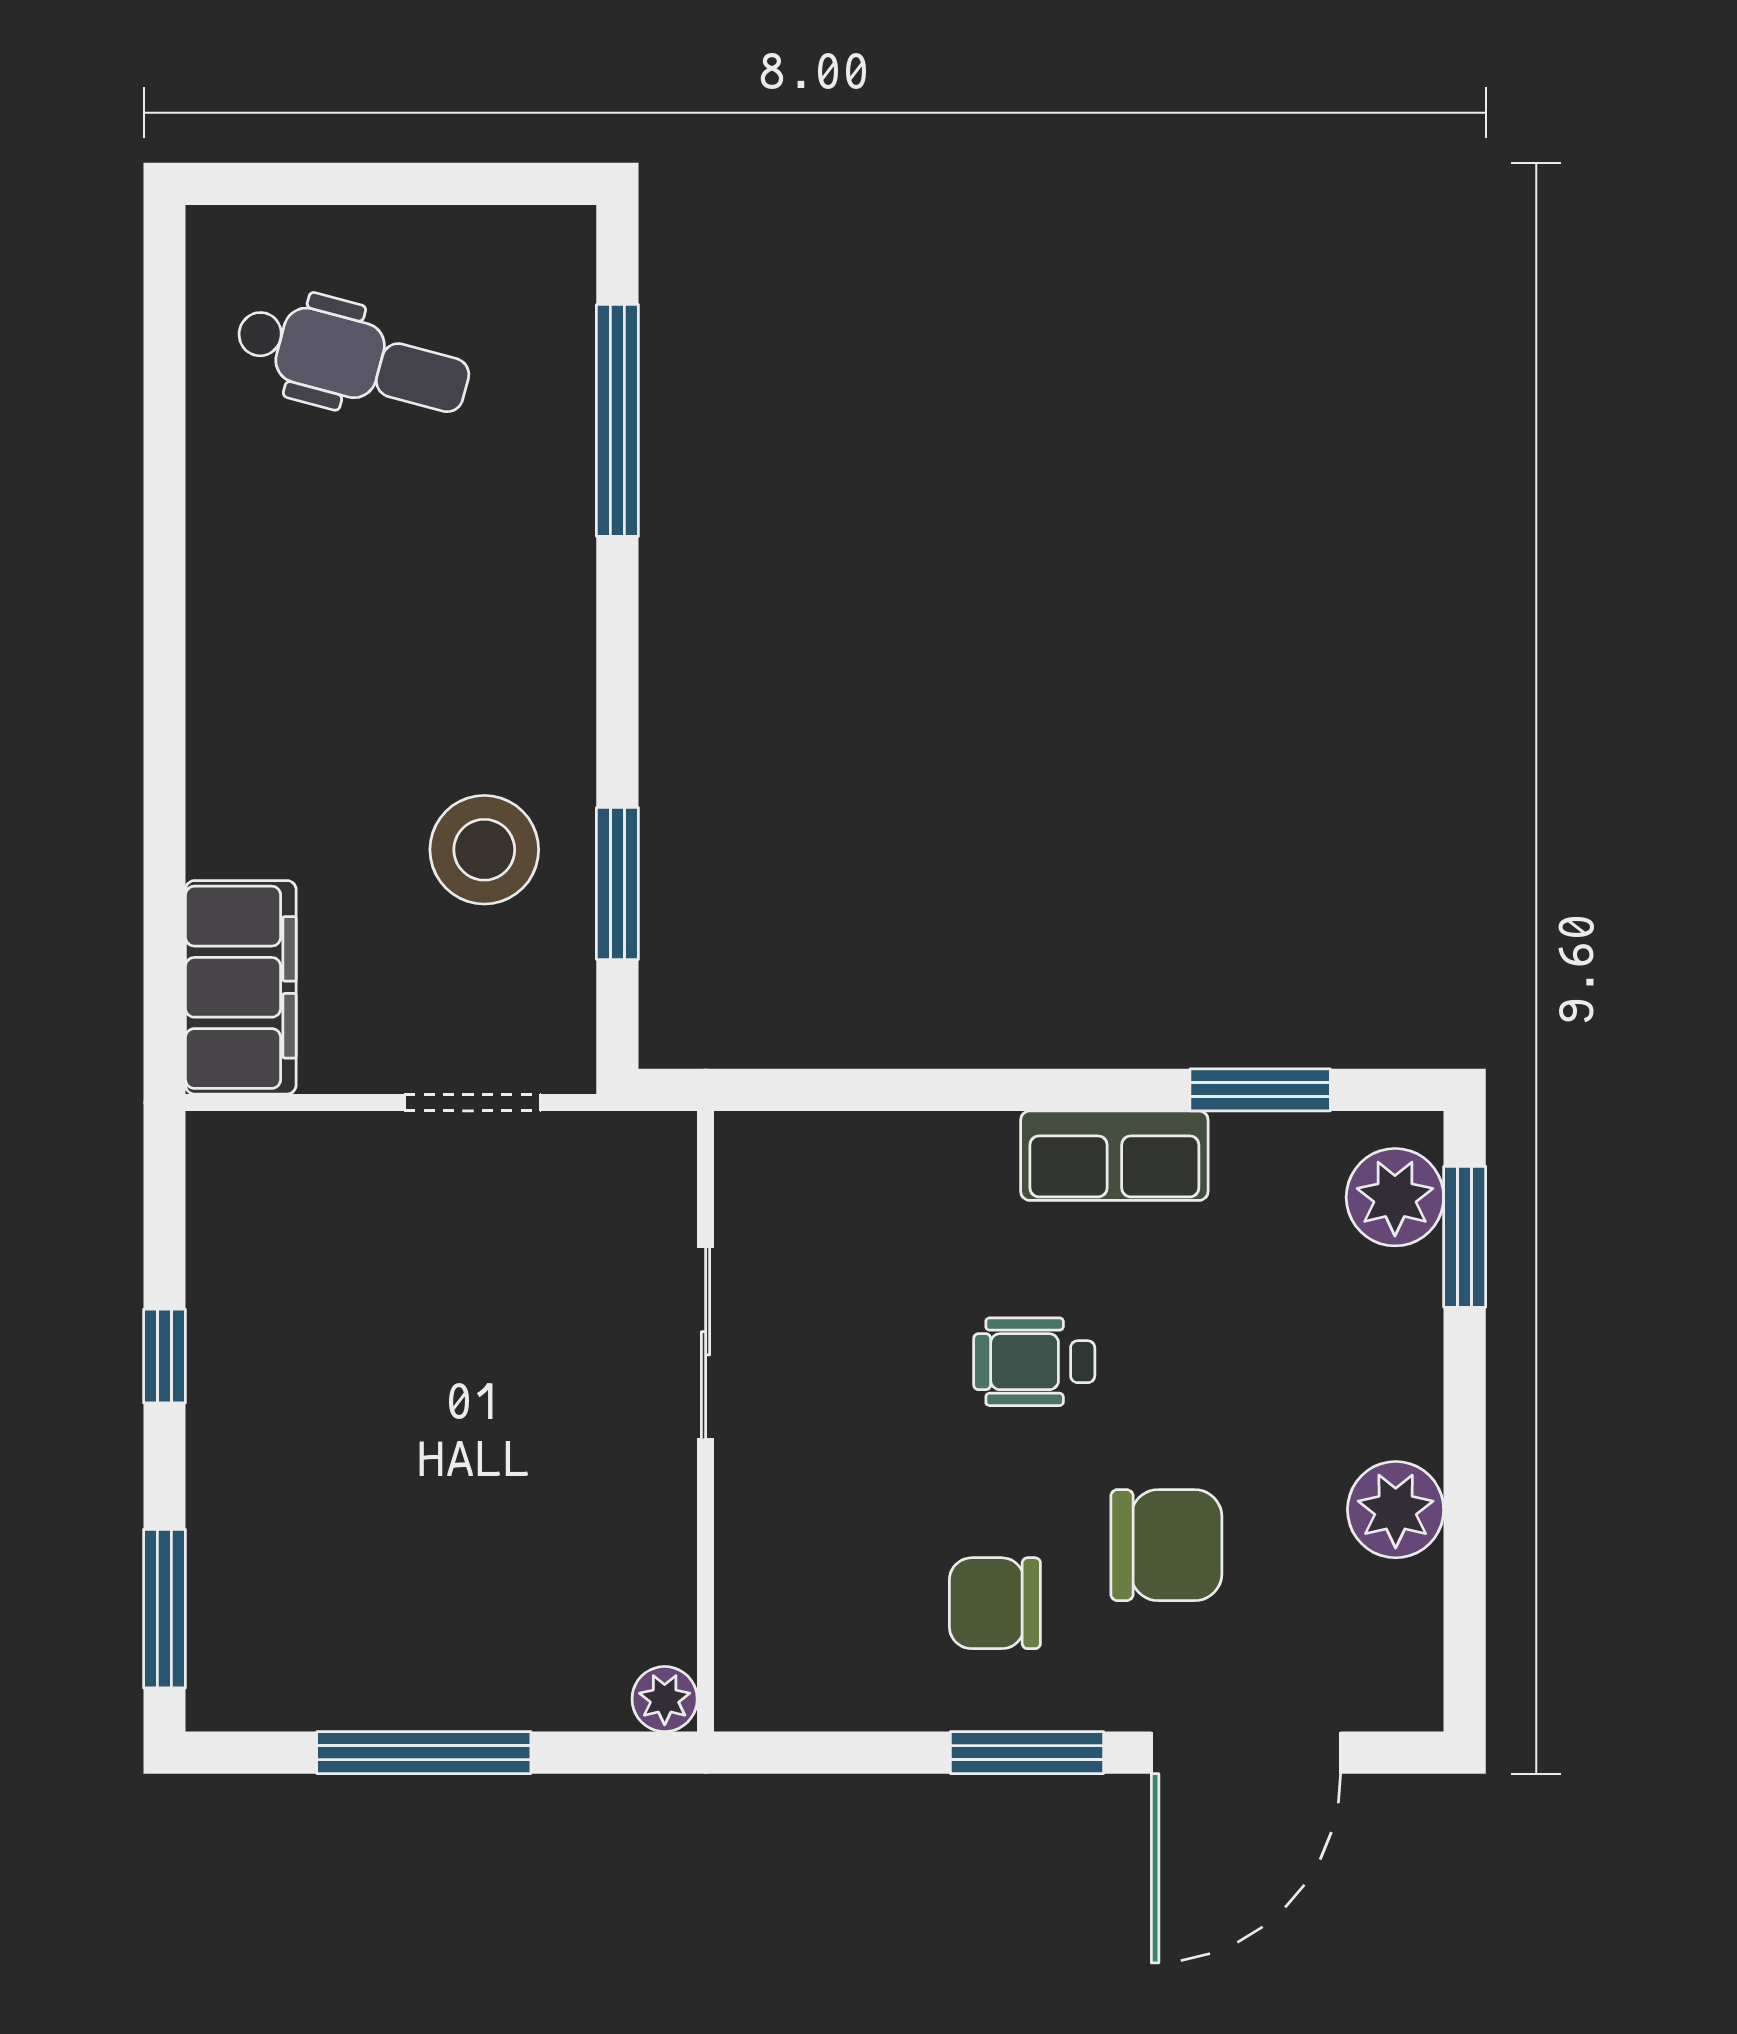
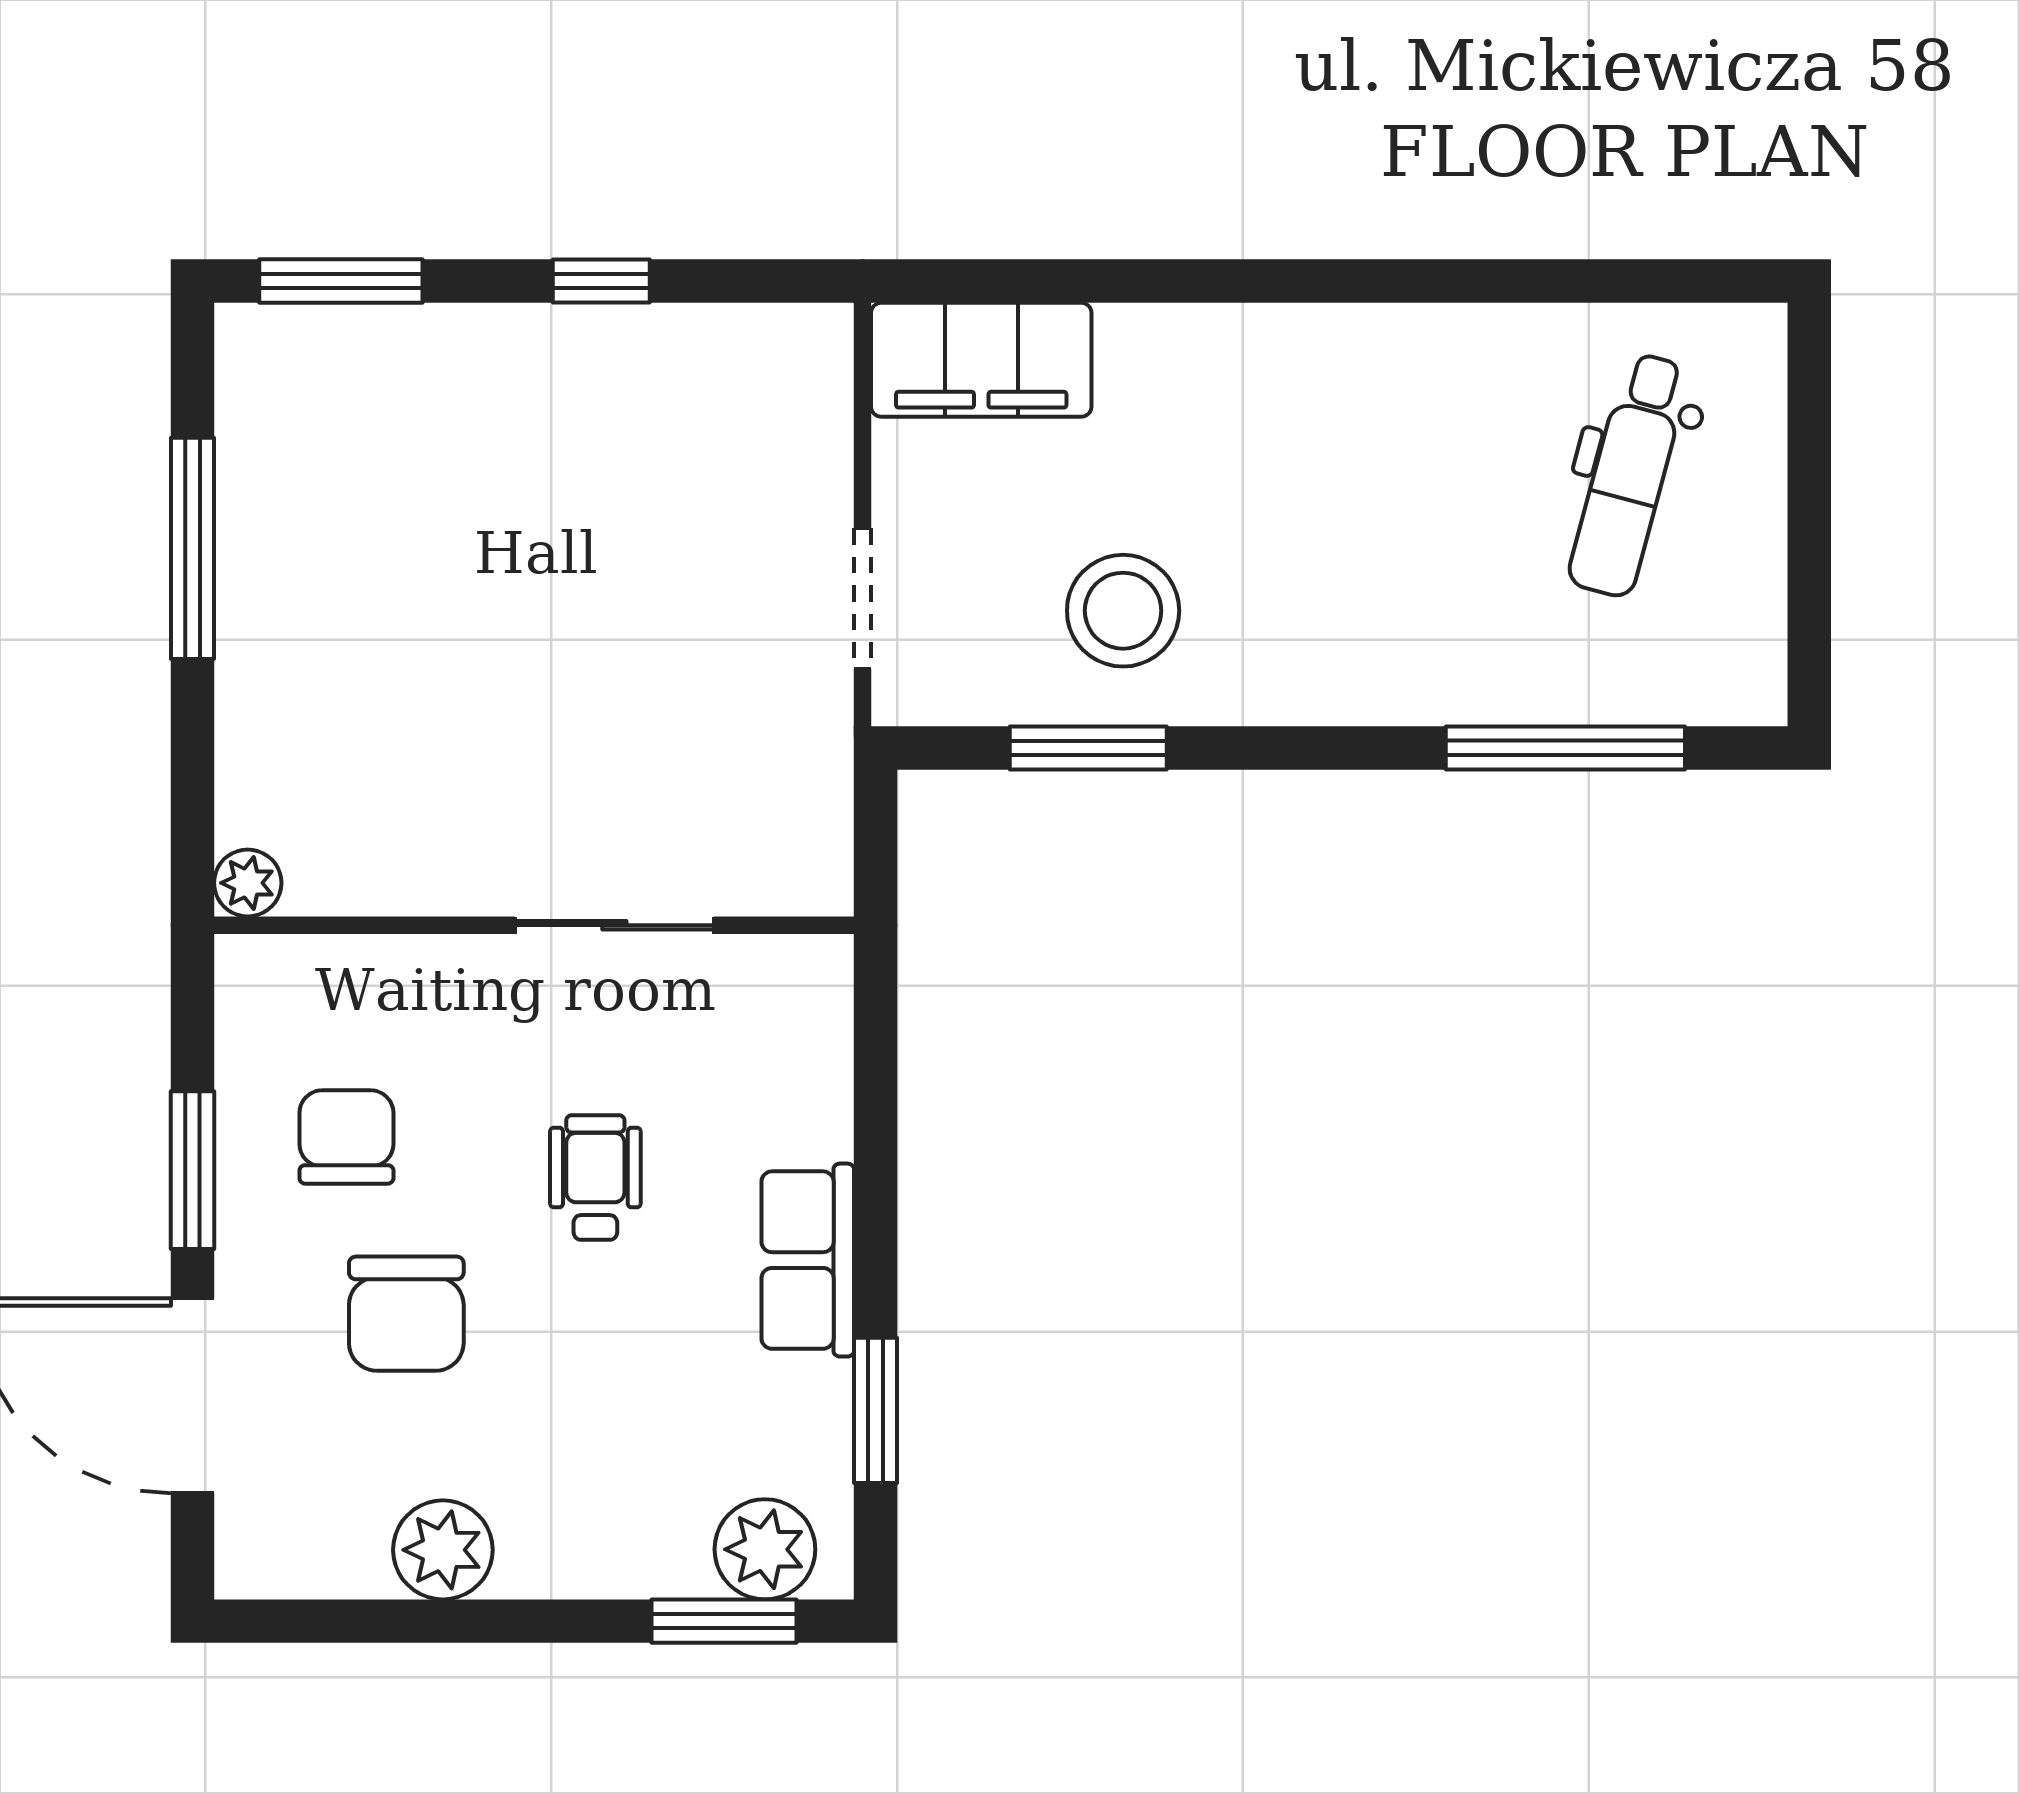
sliding door: (706, 1343) -> (614, 925), moved
wall: (706, 1421) -> (534, 925), moved
plant: (665, 1699) -> (248, 883), moved

